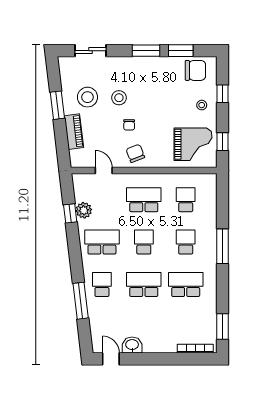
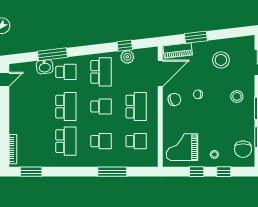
stool: (119, 98) -> (237, 96), moved
window: (57, 105) -> (196, 37), moved
piano: (74, 132) -> (178, 50), moved
window: (222, 142) -> (197, 172), moved
grand piano: (193, 144) -> (182, 147), turned 90
door: (104, 170) -> (160, 73), width x1.87
window: (222, 246) -> (112, 172), moved
washbasin: (132, 345) -> (45, 67), moved, turned 83

